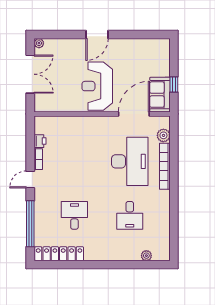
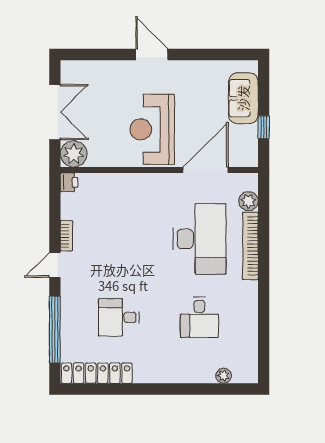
door: (97, 35) -> (152, 54), swing flipped
plant: (39, 43) -> (74, 154), moved, width x1.87, depth x1.87
sofa: (160, 95) -> (243, 98), moved
printer: (40, 141) -> (69, 182), moved
desk: (74, 215) -> (119, 317), turned -90

